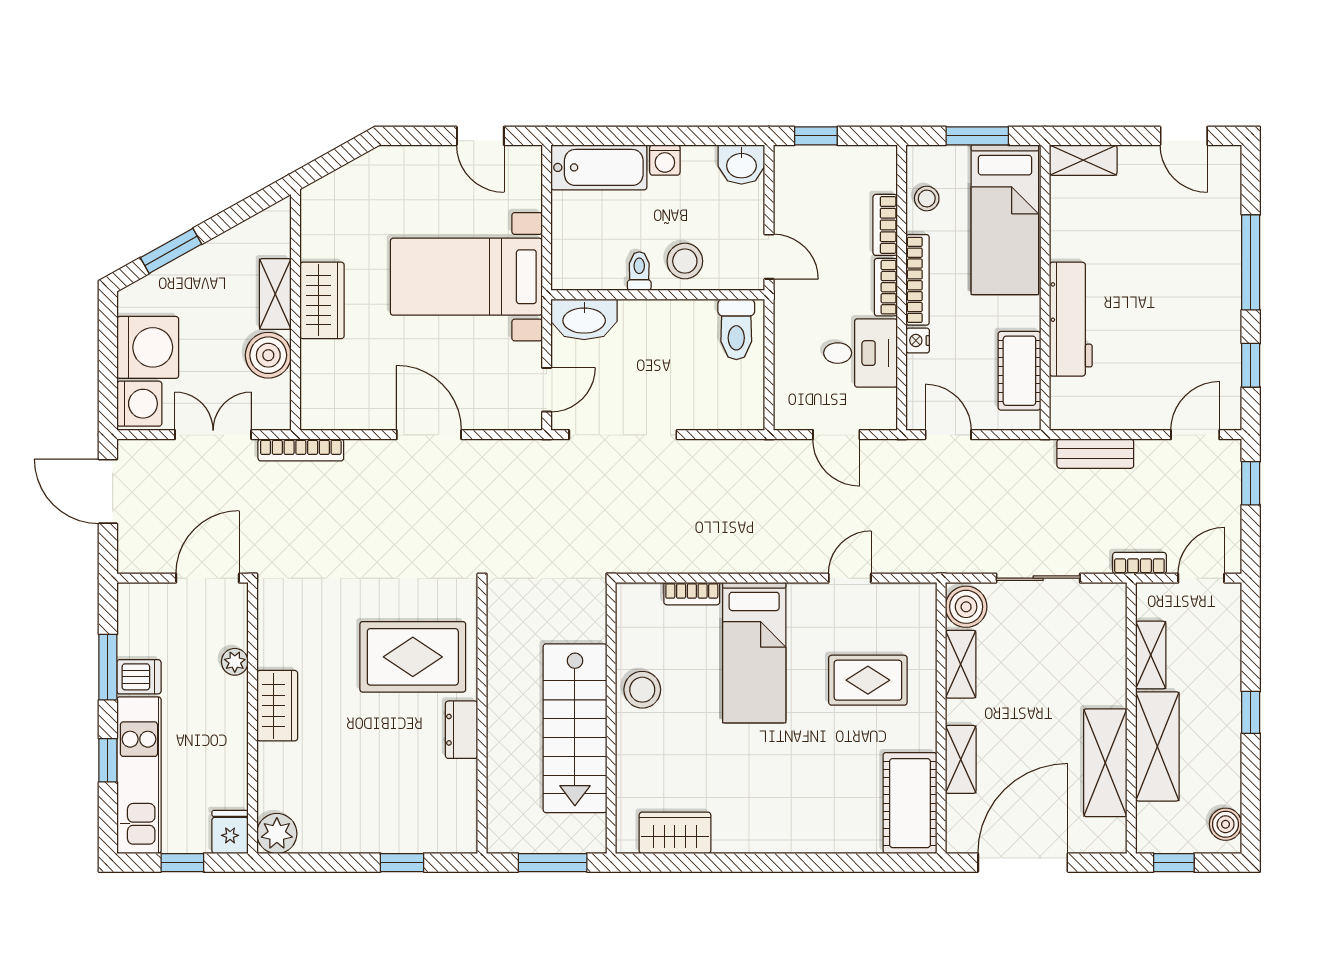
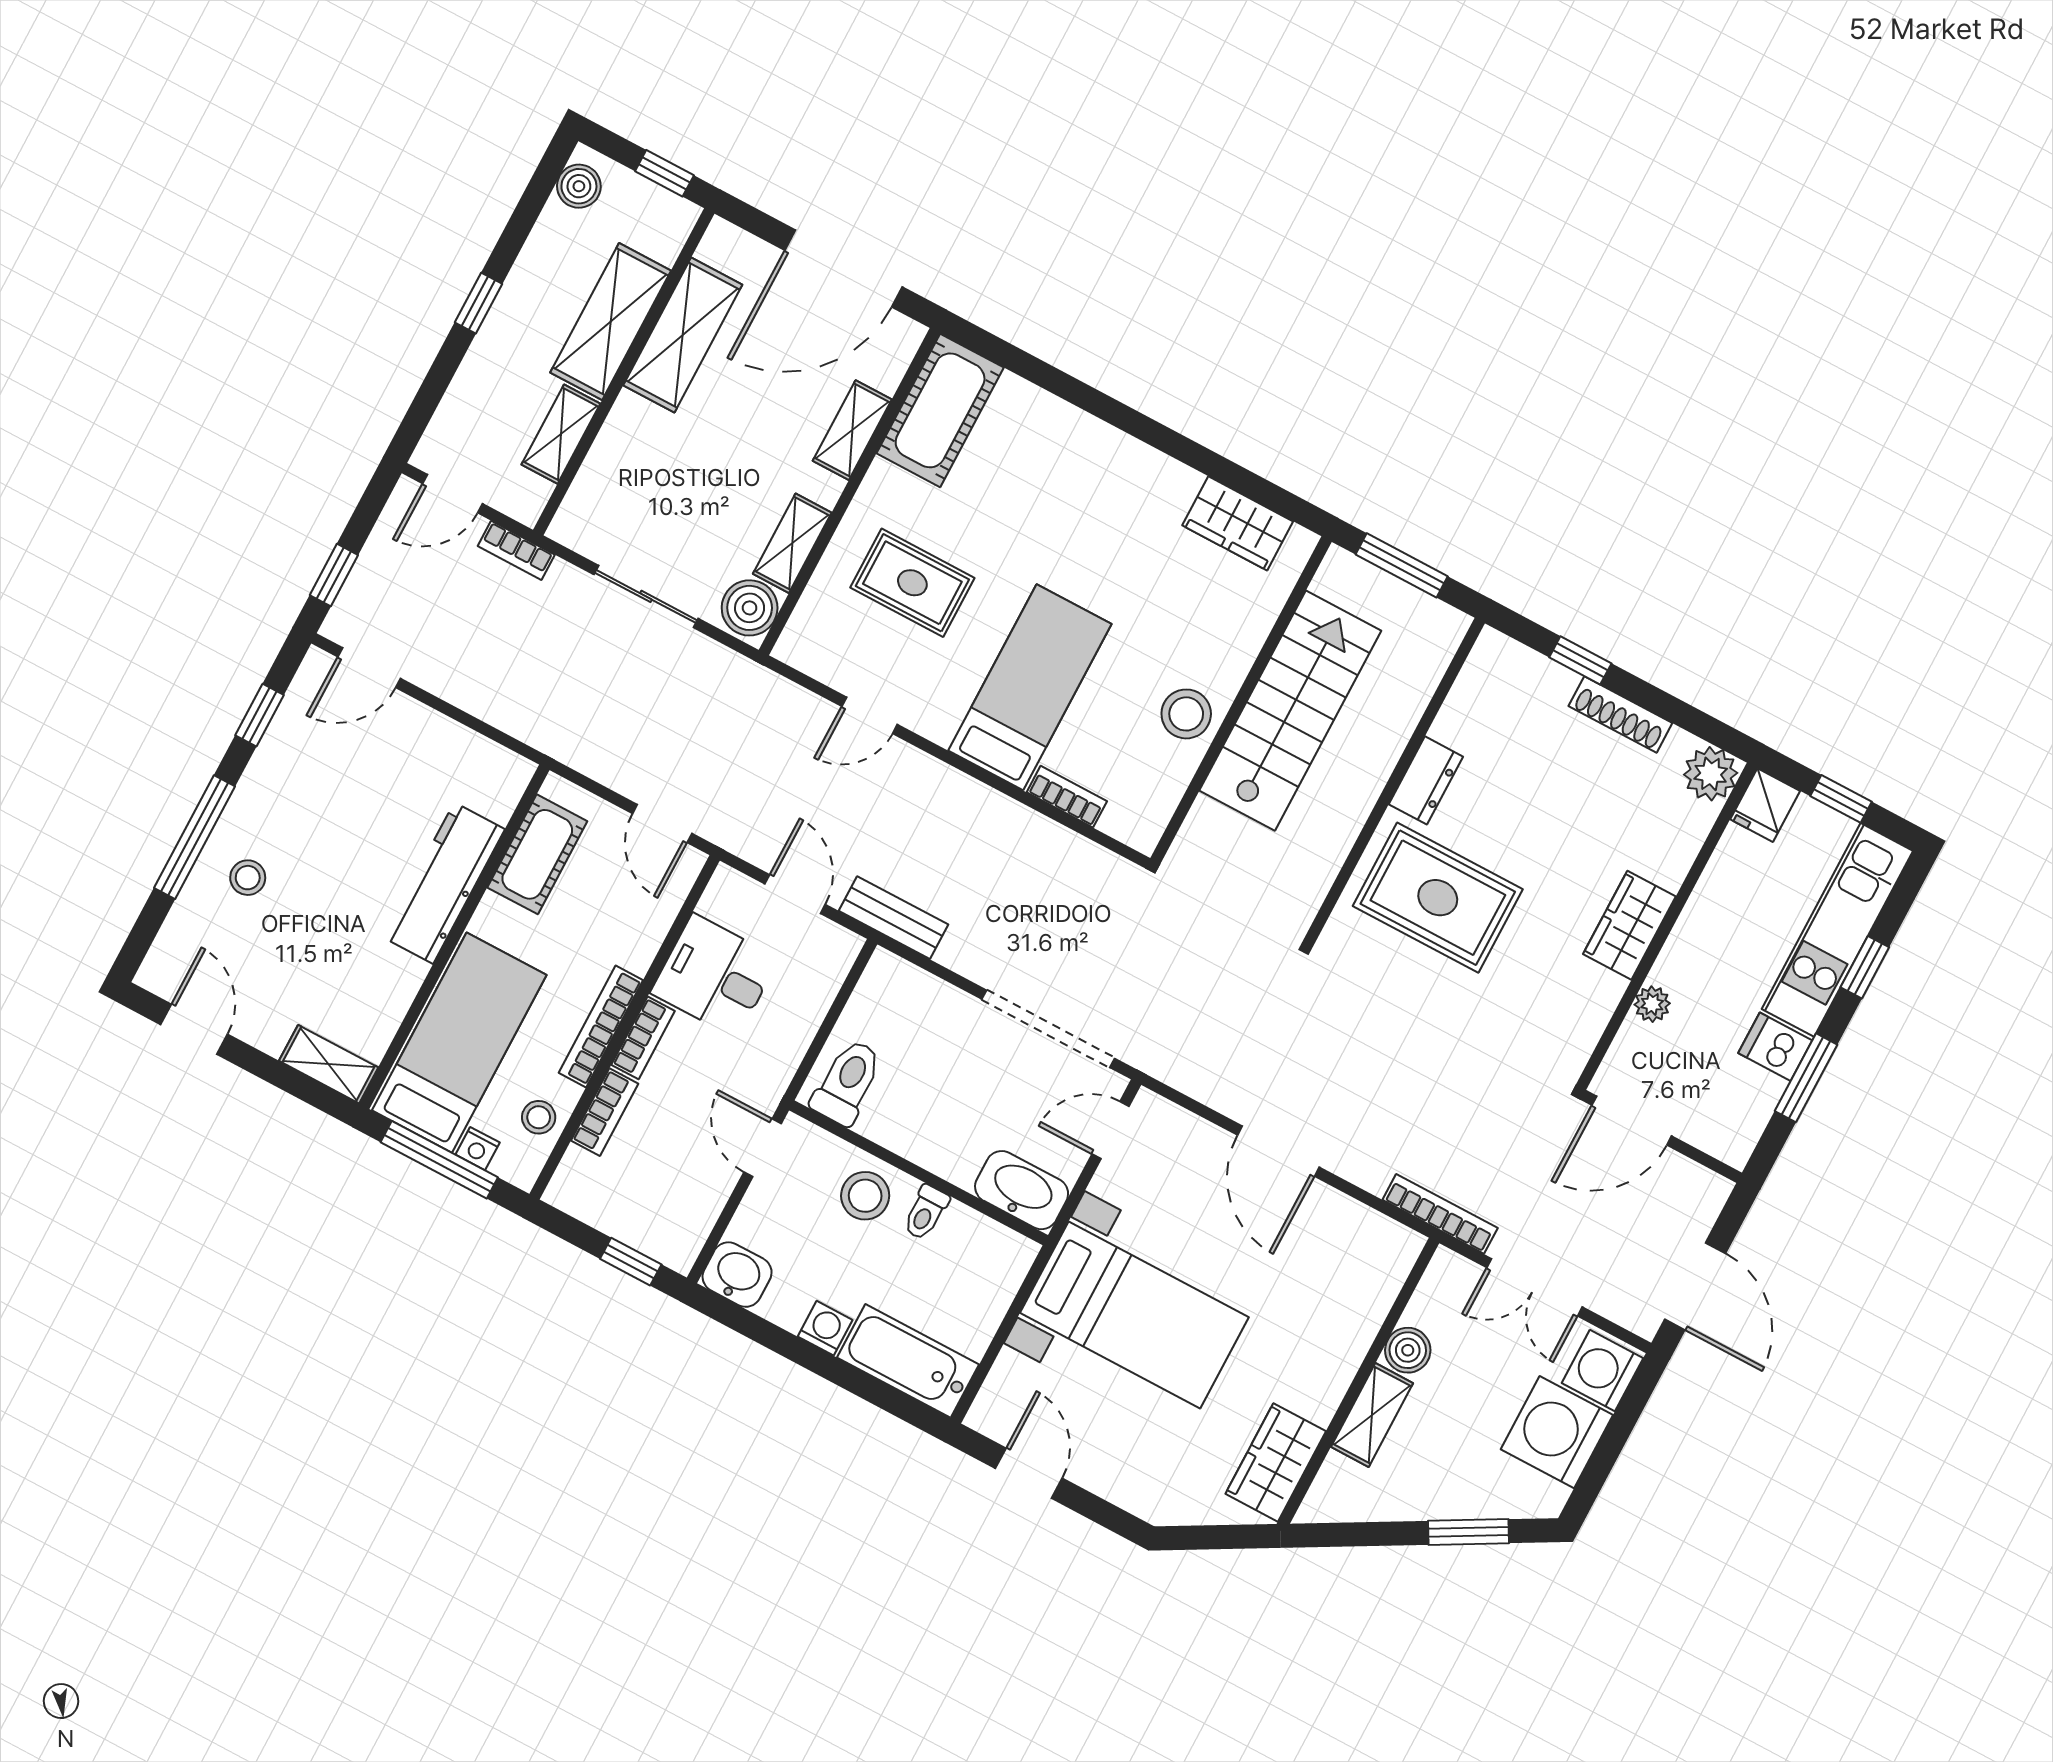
window: (977, 136) -> (439, 1160), width x1.44
stool: (1202, 254) -> (248, 878), added
wardrobe: (322, 300) -> (1276, 1462), moved
nightstand: (918, 340) -> (478, 1149), moved, turned 90
boiler: (268, 355) -> (1408, 1350), width x0.73, depth x0.73
bench: (1095, 454) -> (894, 918), moved
shoe rack: (357, 841) -> (1620, 715), added

